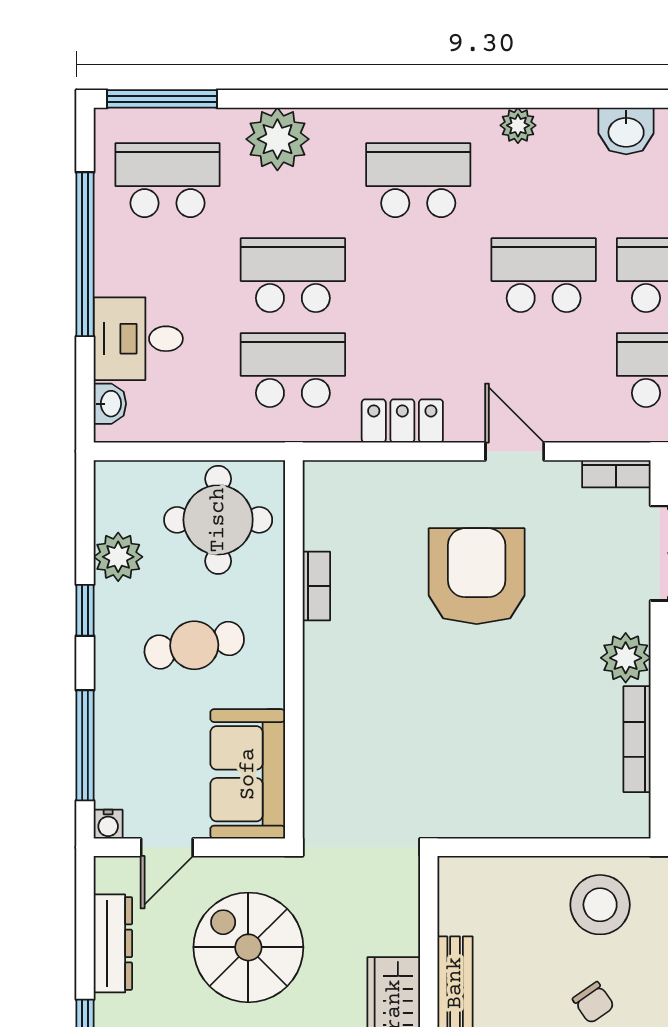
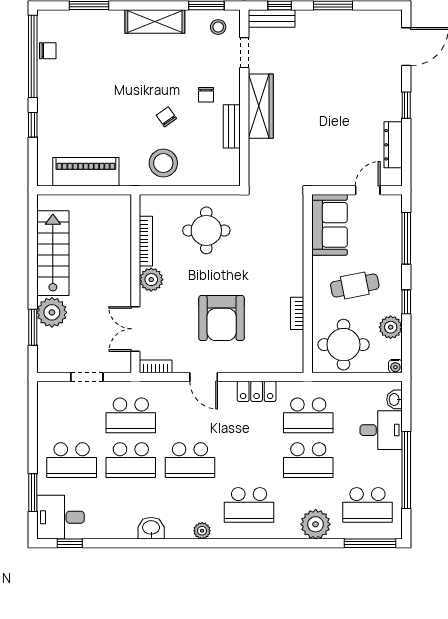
round table: (509, 762) -> (206, 230), added
water cooler: (108, 824) -> (395, 366), moved, turned 180
spiral stairs: (248, 947) -> (329, 143), removed

